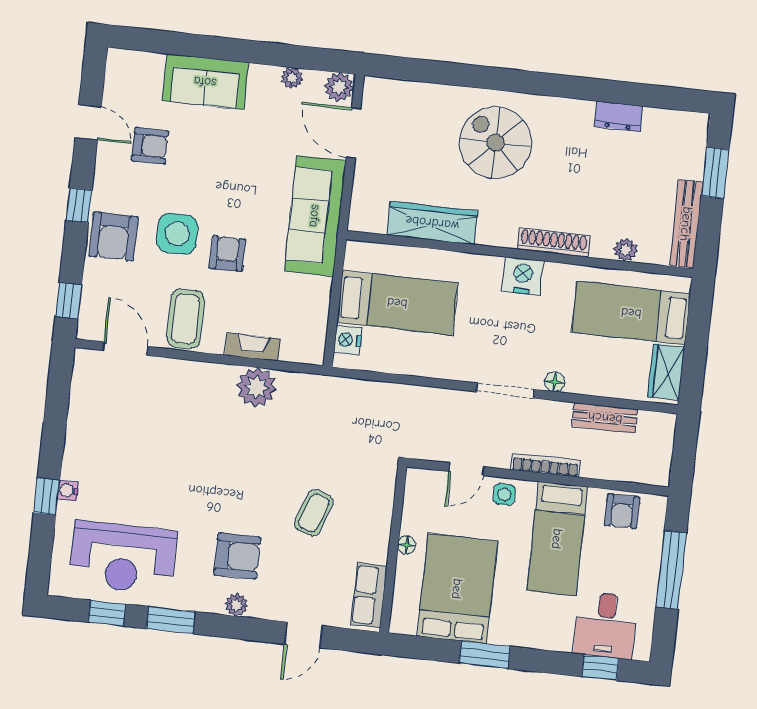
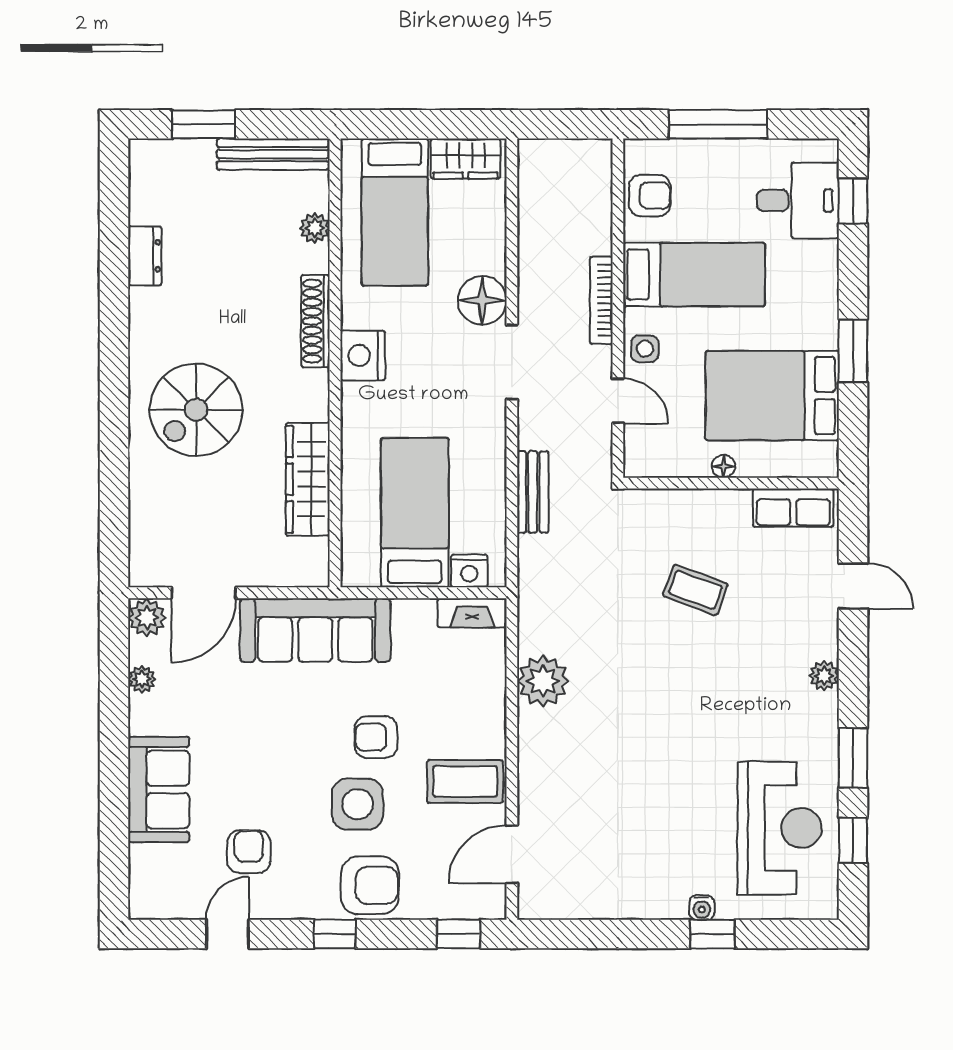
fireplace: (252, 347) -> (472, 613), moved, turned -90
floor lamp: (554, 382) -> (482, 300), width x1.89, depth x1.89
bench: (605, 418) -> (533, 492), moved
armchair: (237, 556) -> (762, 682), removed

